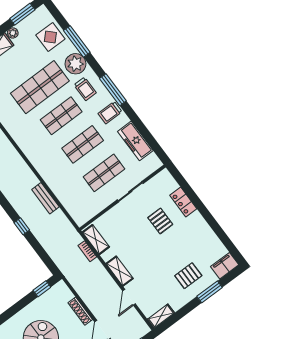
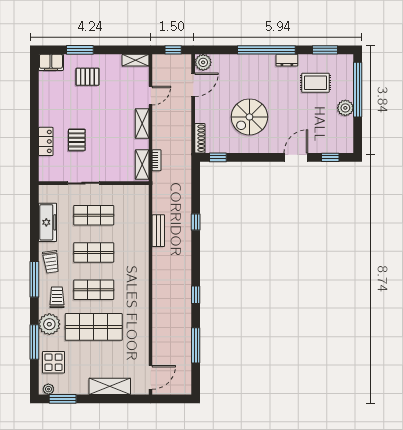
plant: (13, 33) -> (48, 389), moved
trolley: (110, 113) -> (51, 262), turned 82
shoe rack: (80, 311) -> (200, 138), moved

